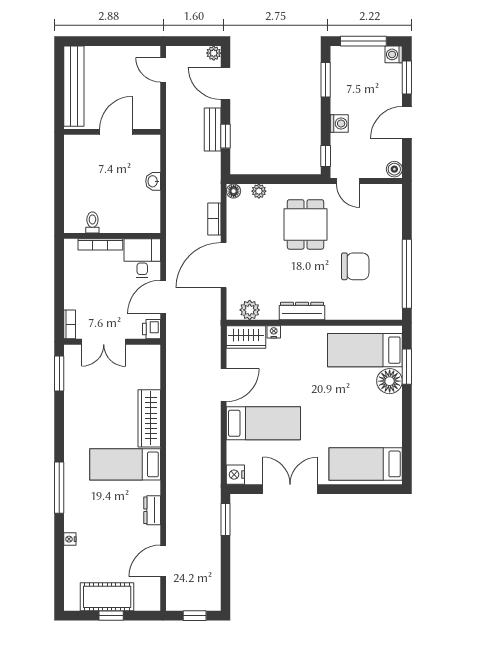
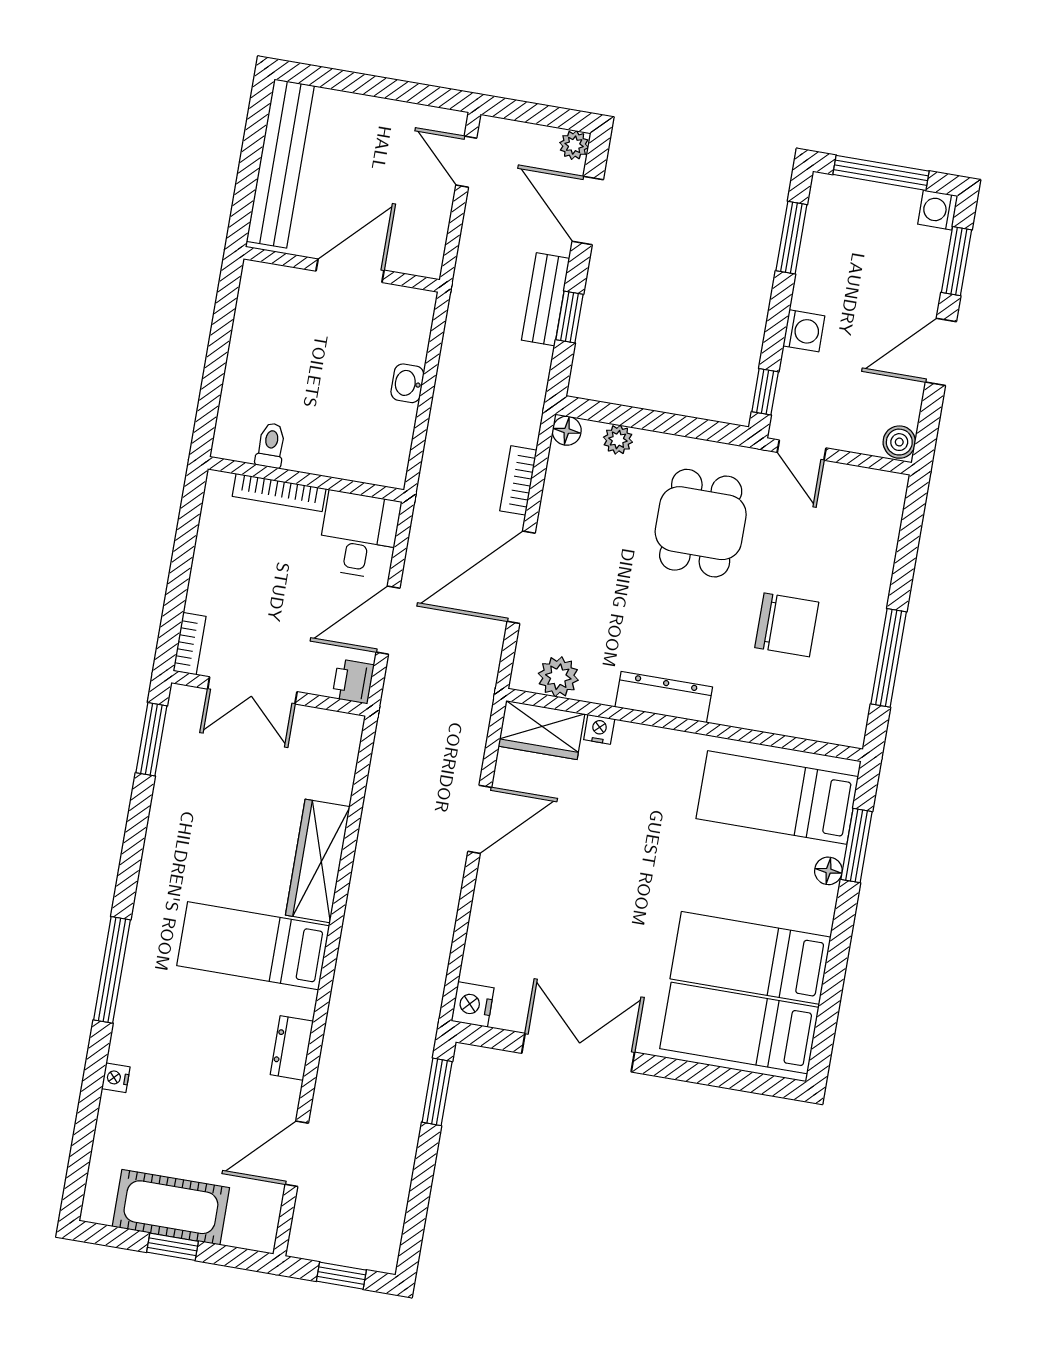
window: (407, 274) -> (889, 658), width x0.68
floor lamp: (390, 381) -> (828, 871), width x0.53, depth x0.53
bed: (263, 423) -> (751, 958), moved, turned 180

